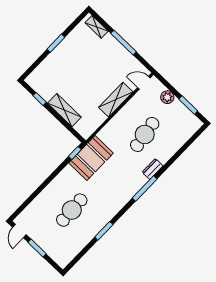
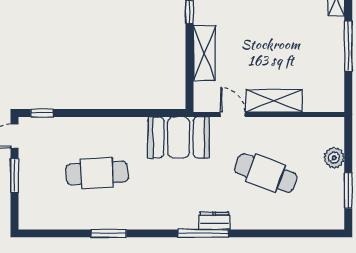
door: (144, 83) -> (233, 114), moved
cafe table: (145, 134) -> (266, 173), turned 30
window: (75, 153) -> (42, 113), moved
dresser: (153, 169) -> (214, 221), moved

